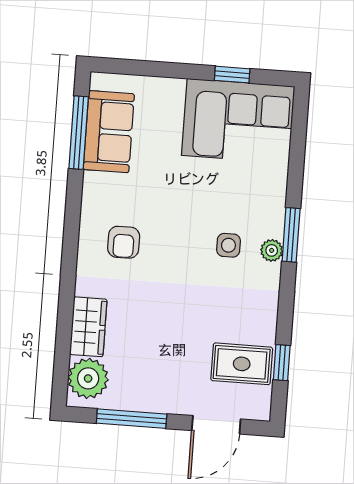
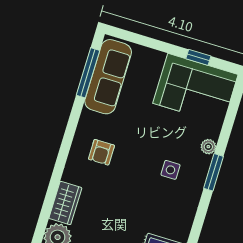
sofa: (109, 132) -> (108, 77), width x1.36
plant: (272, 250) -> (208, 147), moved

